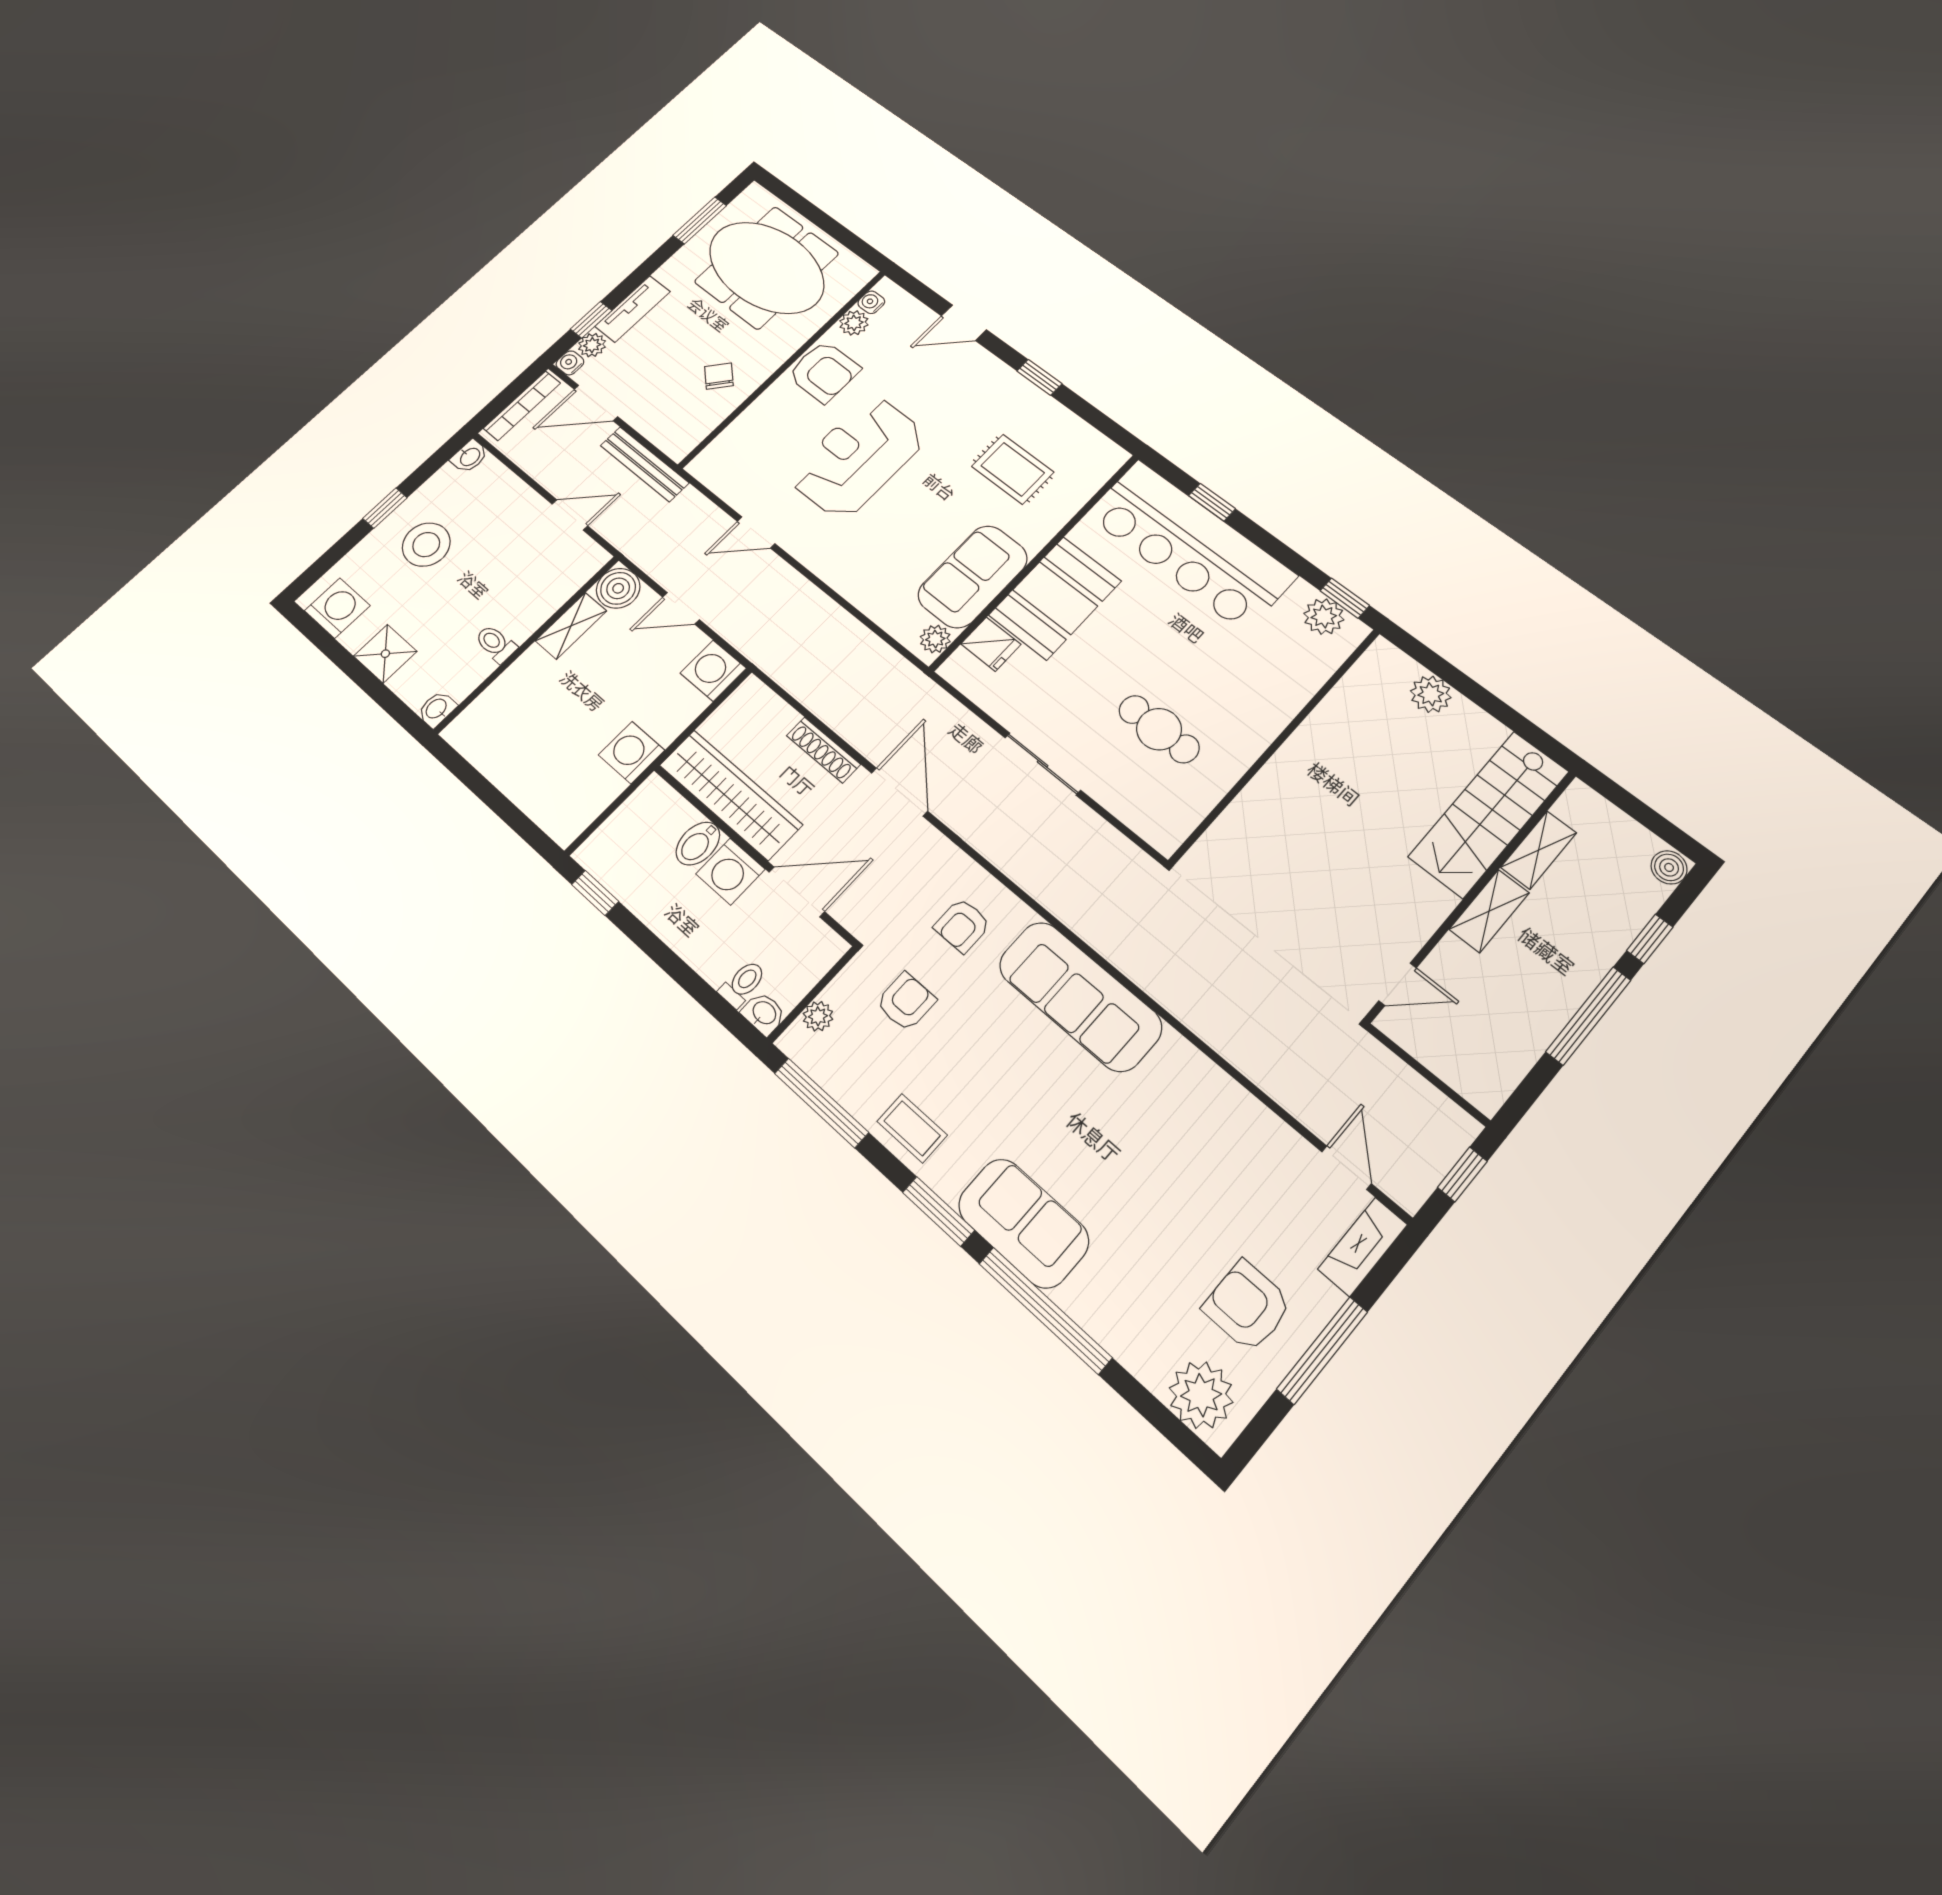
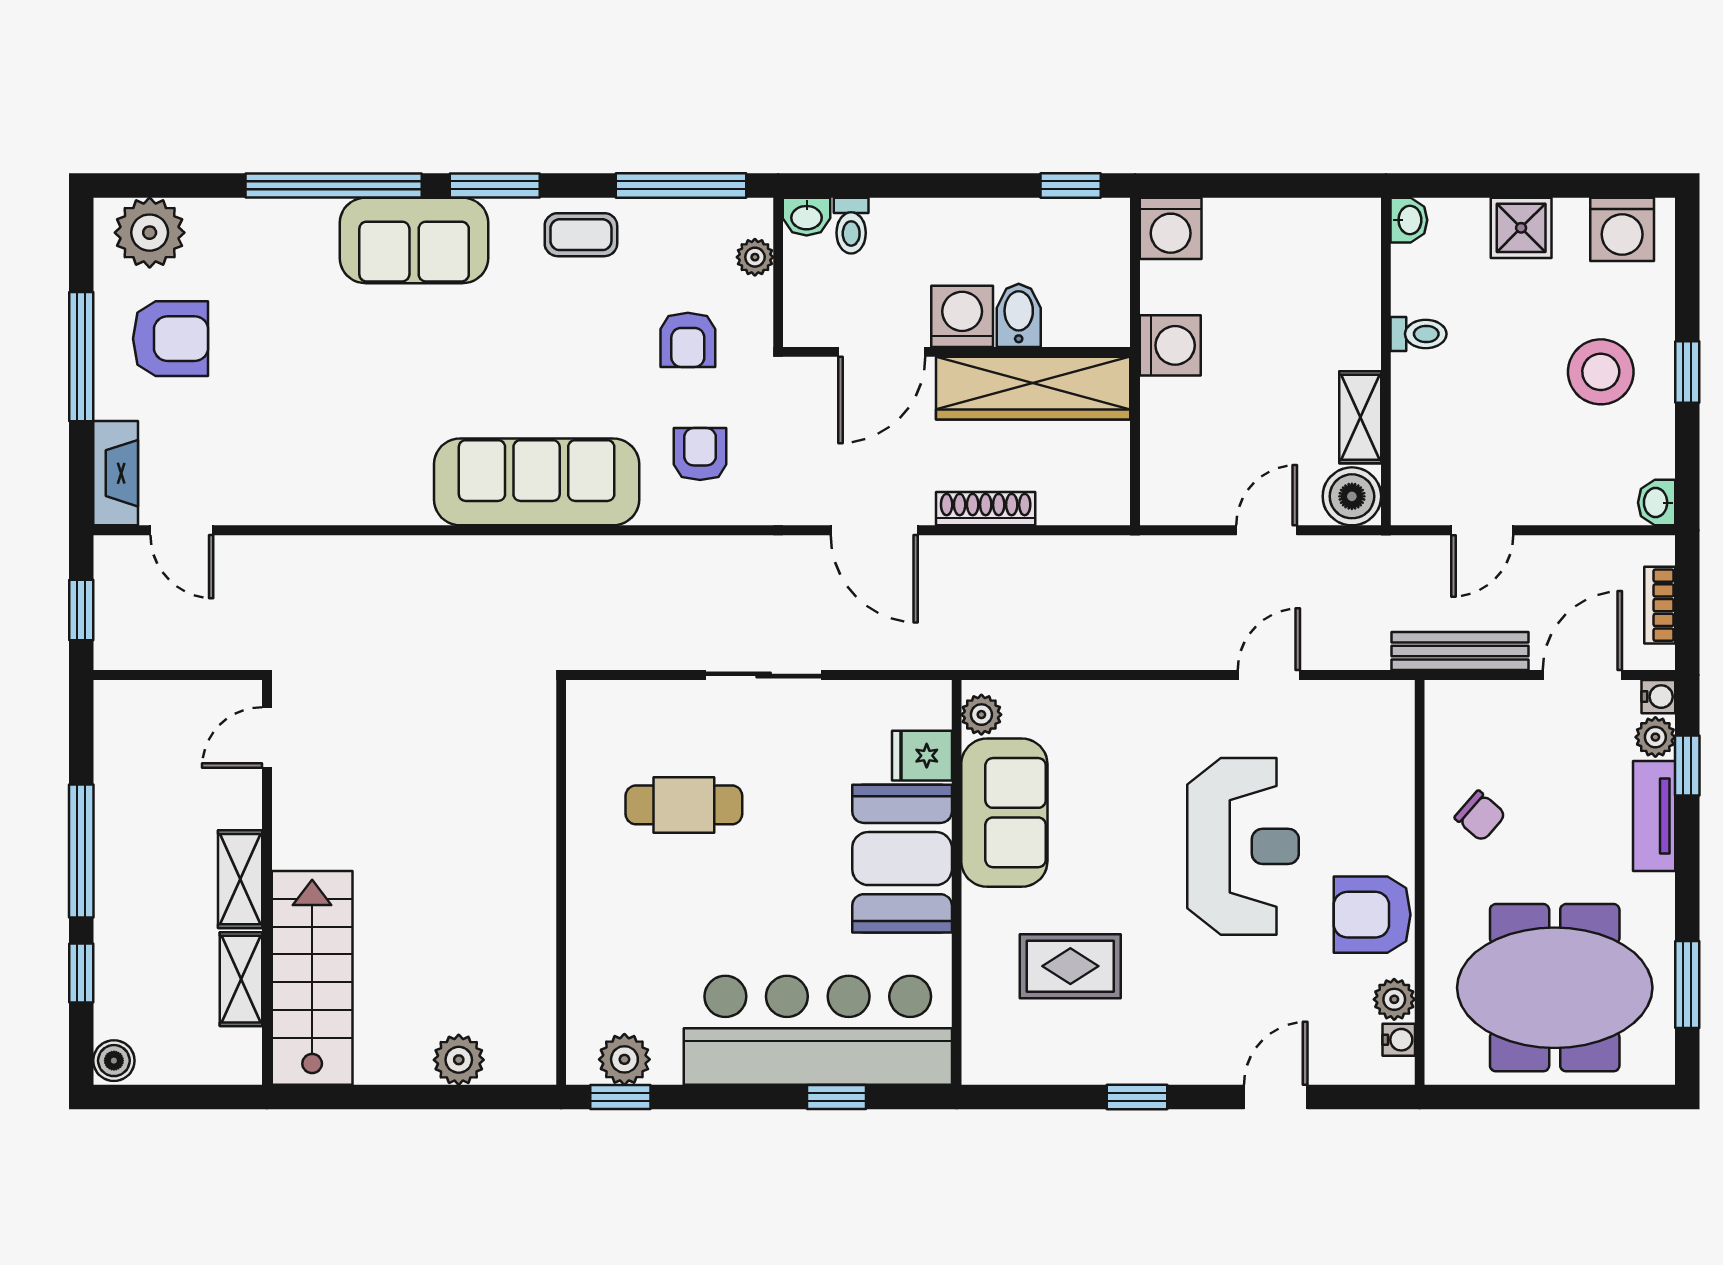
bookcase: (522, 406) -> (1660, 605), width x0.64
washing machine: (713, 671) -> (1171, 228), moved, turned 90

